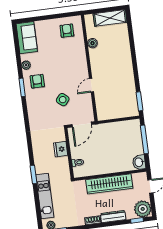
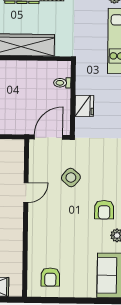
boiler: (92, 43) -> (16, 253), removed

